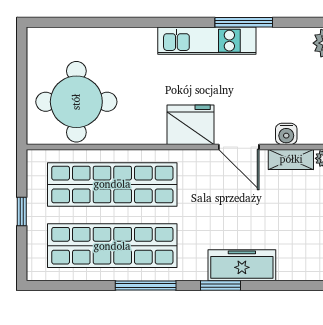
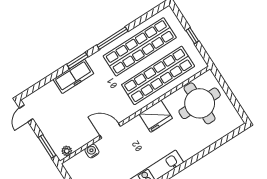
fridge: (190, 125) -> (156, 116), moved
shelving: (291, 159) -> (82, 140), removed

